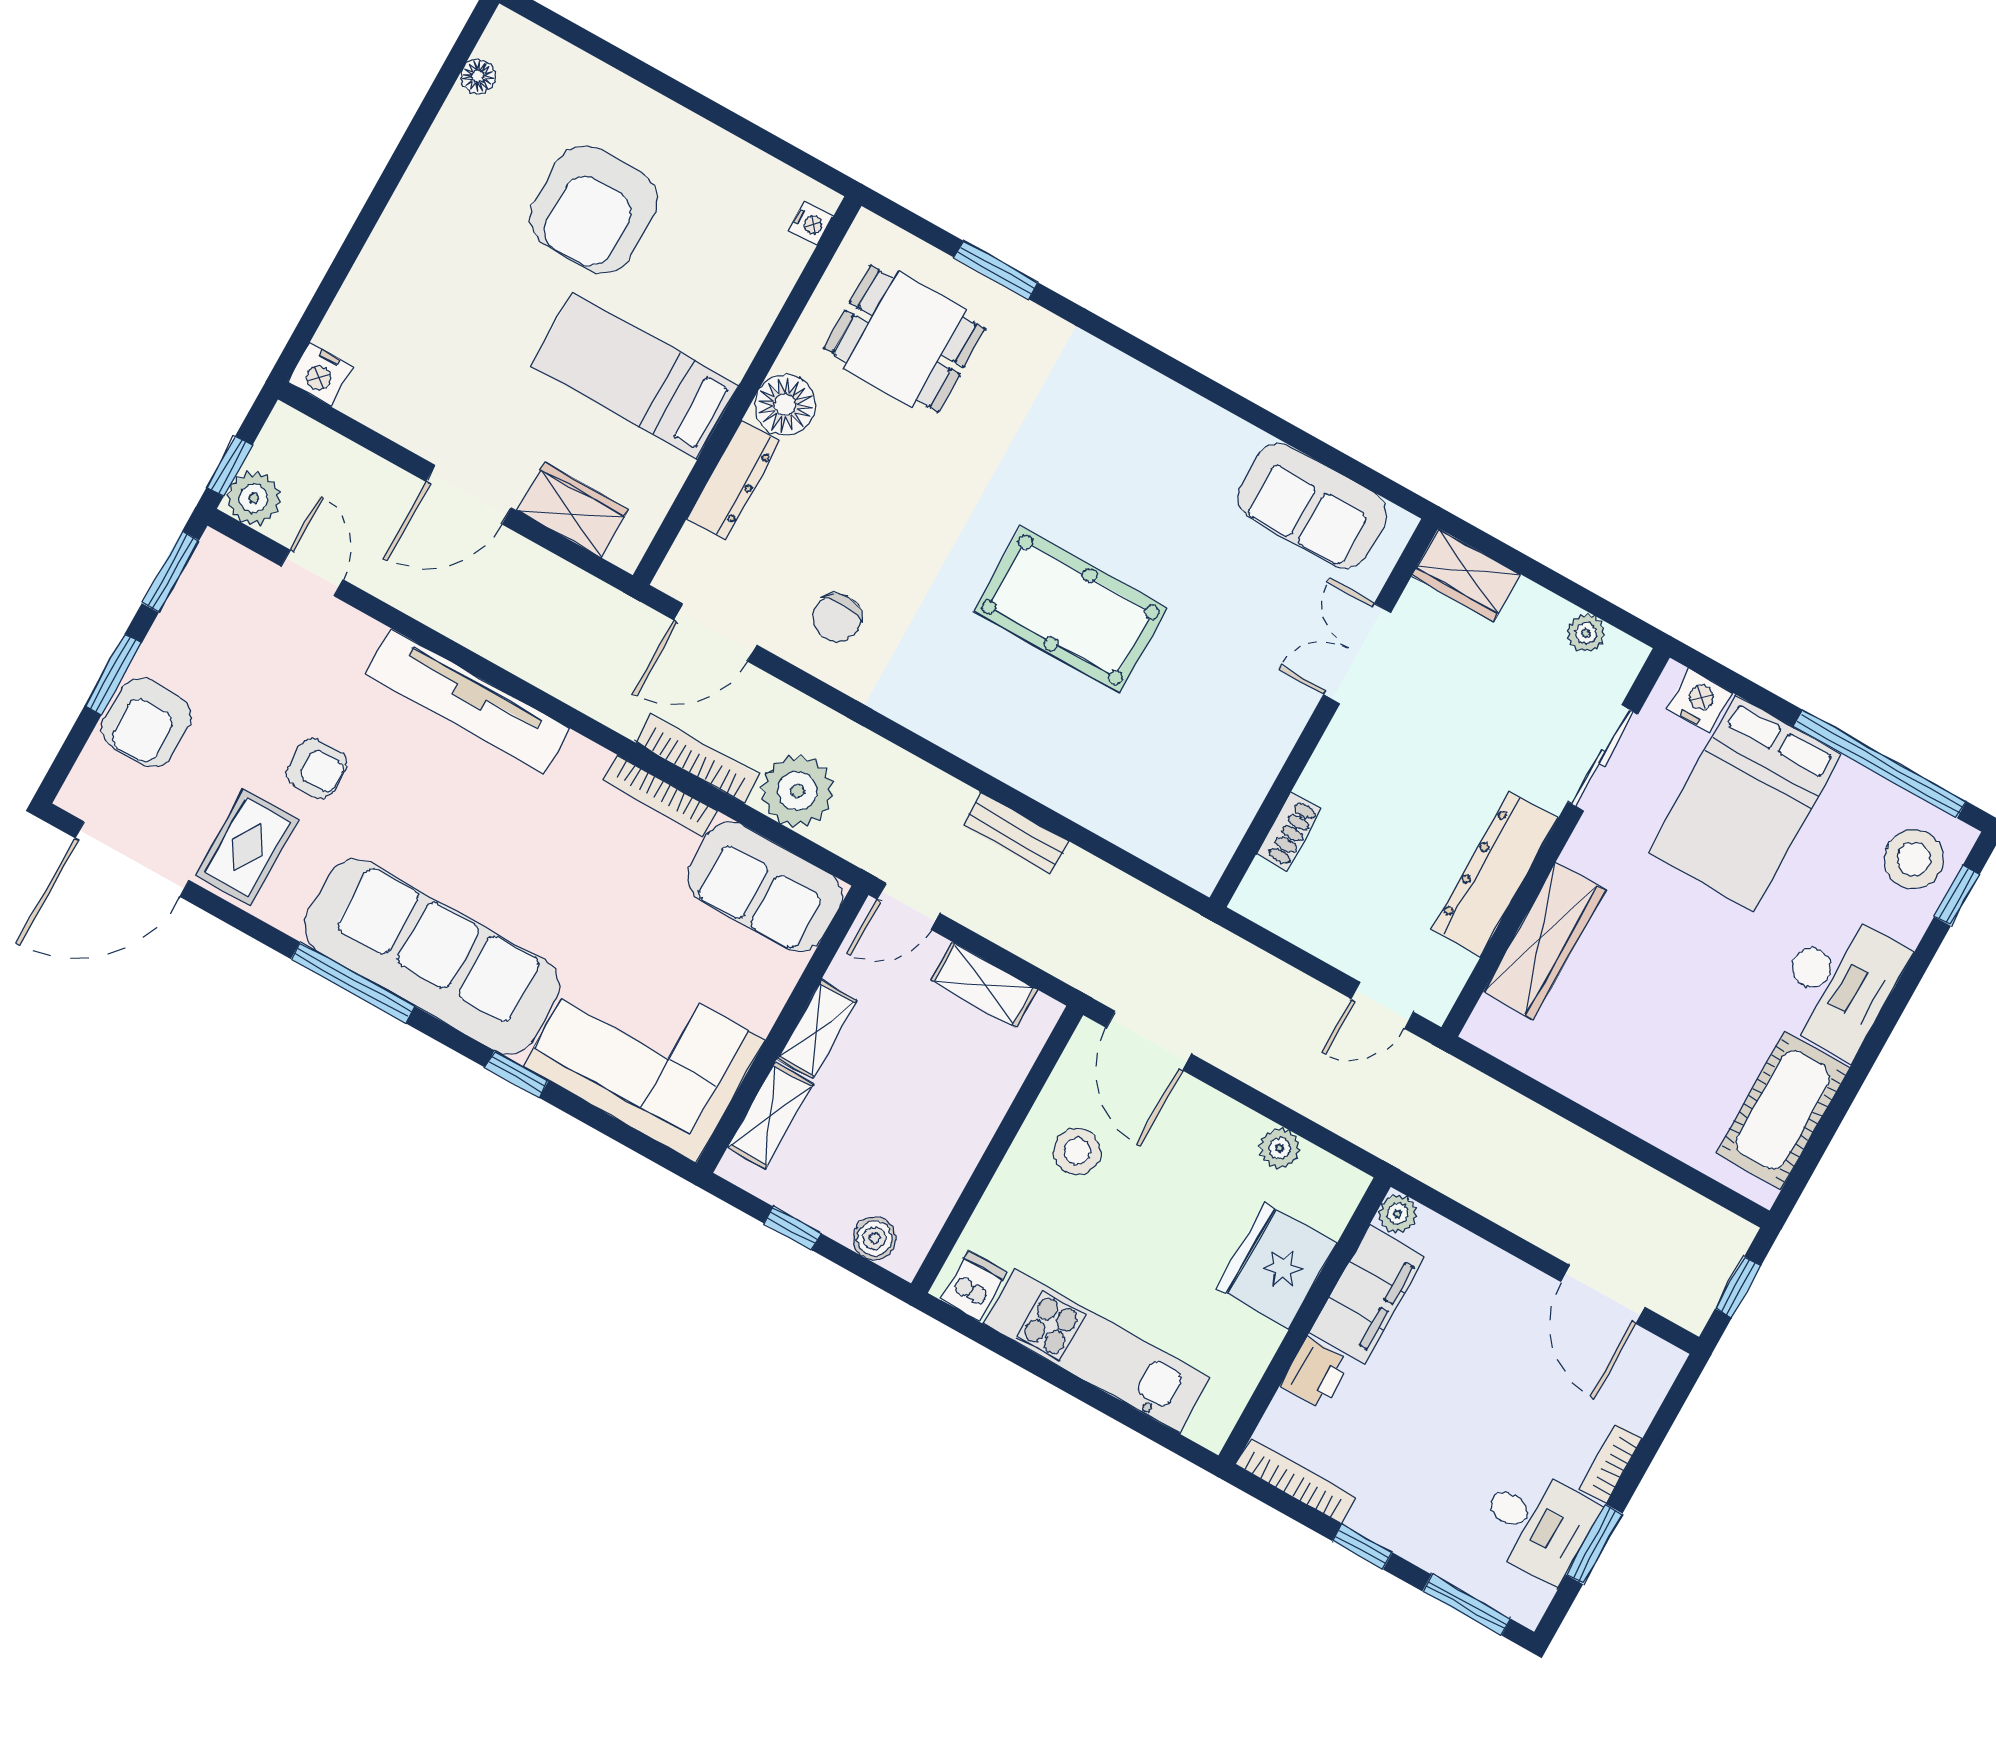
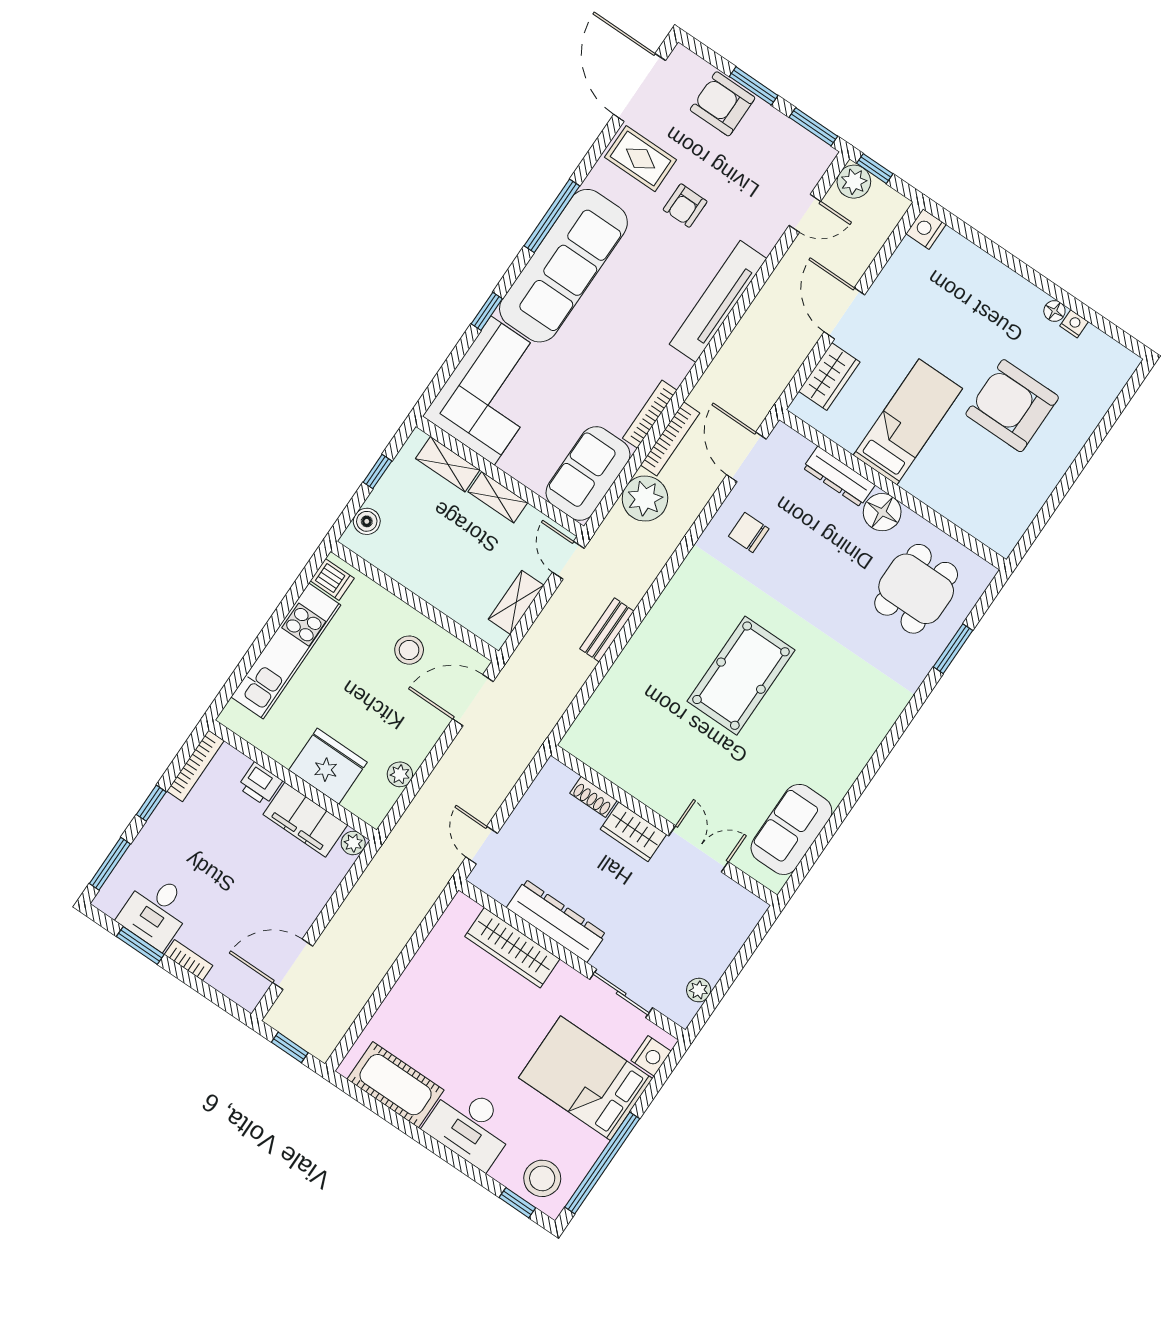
floor lamp: (478, 76) -> (1054, 311), moved
nightstand: (811, 223) -> (1074, 324), moved, turned 180
wardrobe: (1466, 575) -> (633, 832), moved, turned -90

